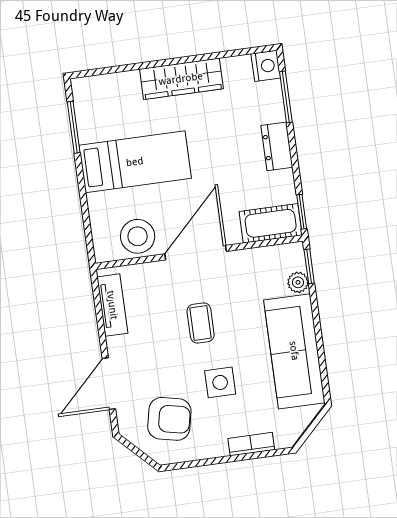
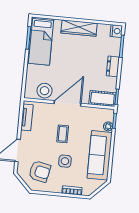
bed: (135, 162) -> (41, 41), moved, turned 90

